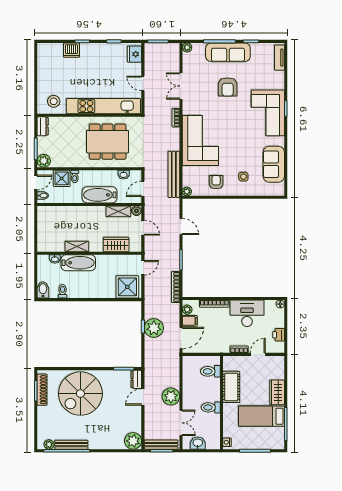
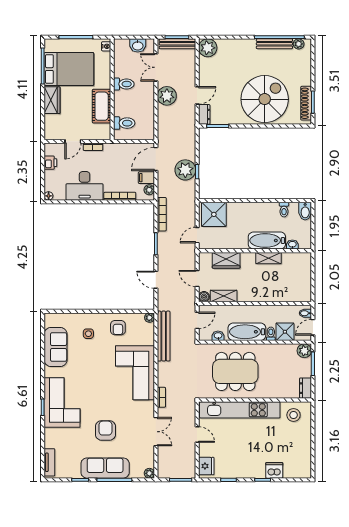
bathtub: (100, 195) -> (247, 332), moved, turned 180
bed: (261, 416) -> (69, 69), width x1.50

